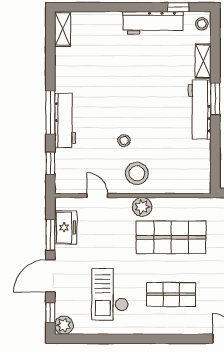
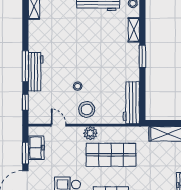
workbench: (200, 110) -> (131, 103), moved

